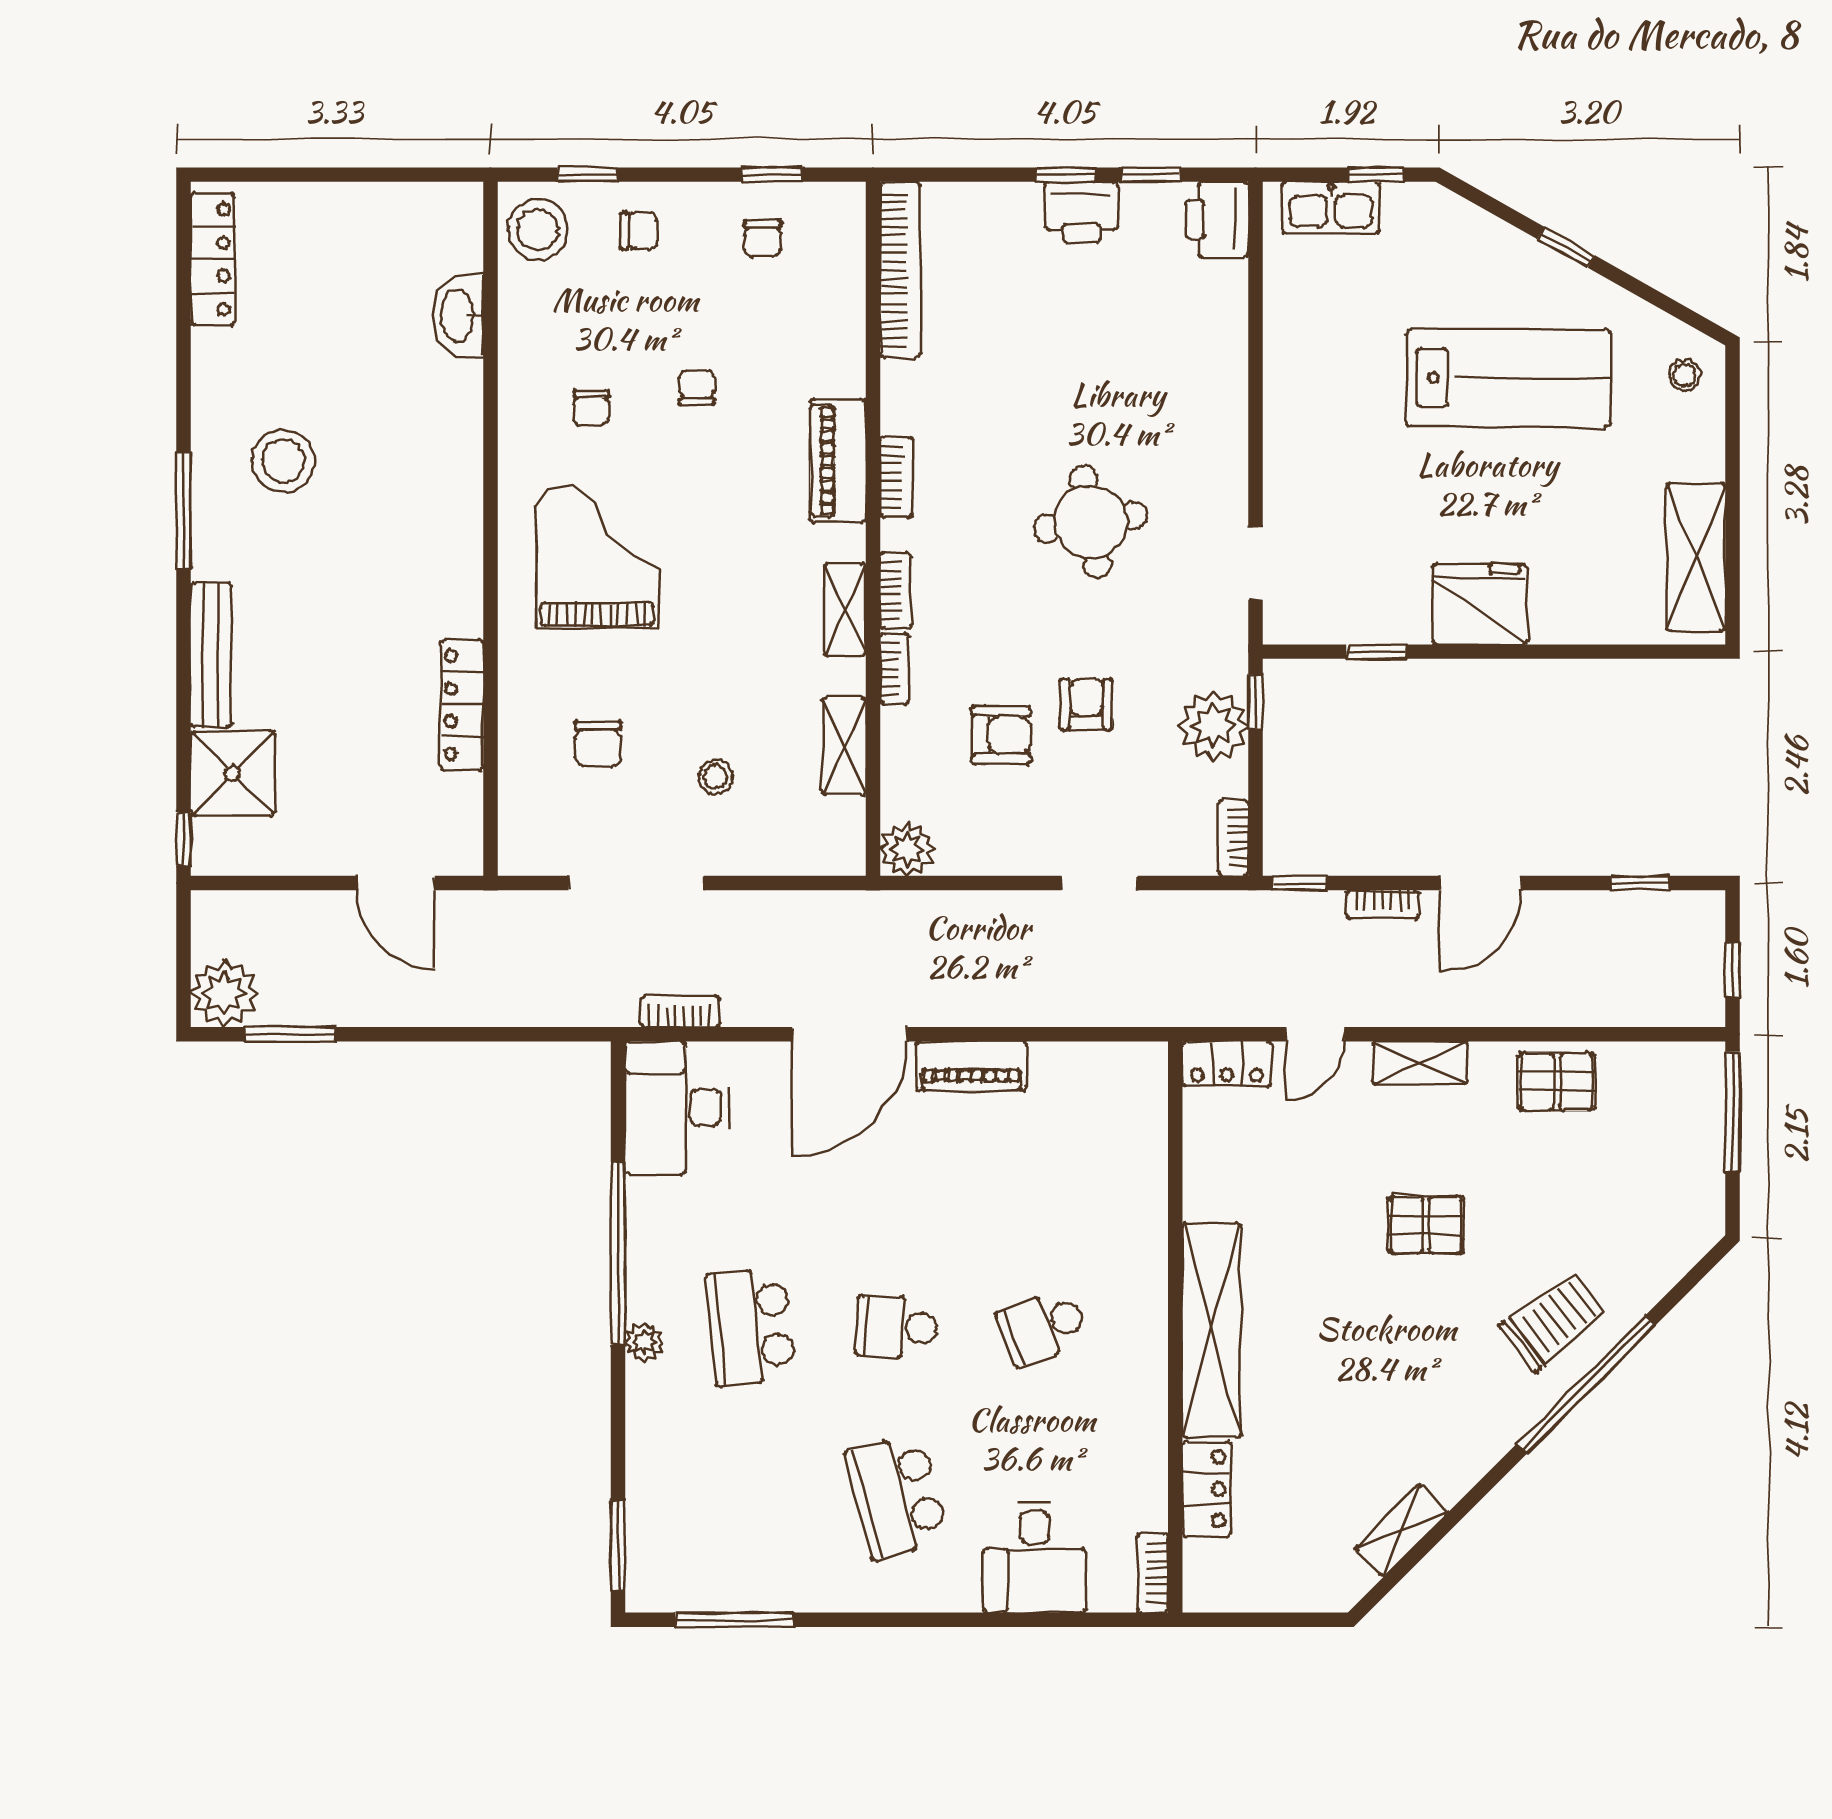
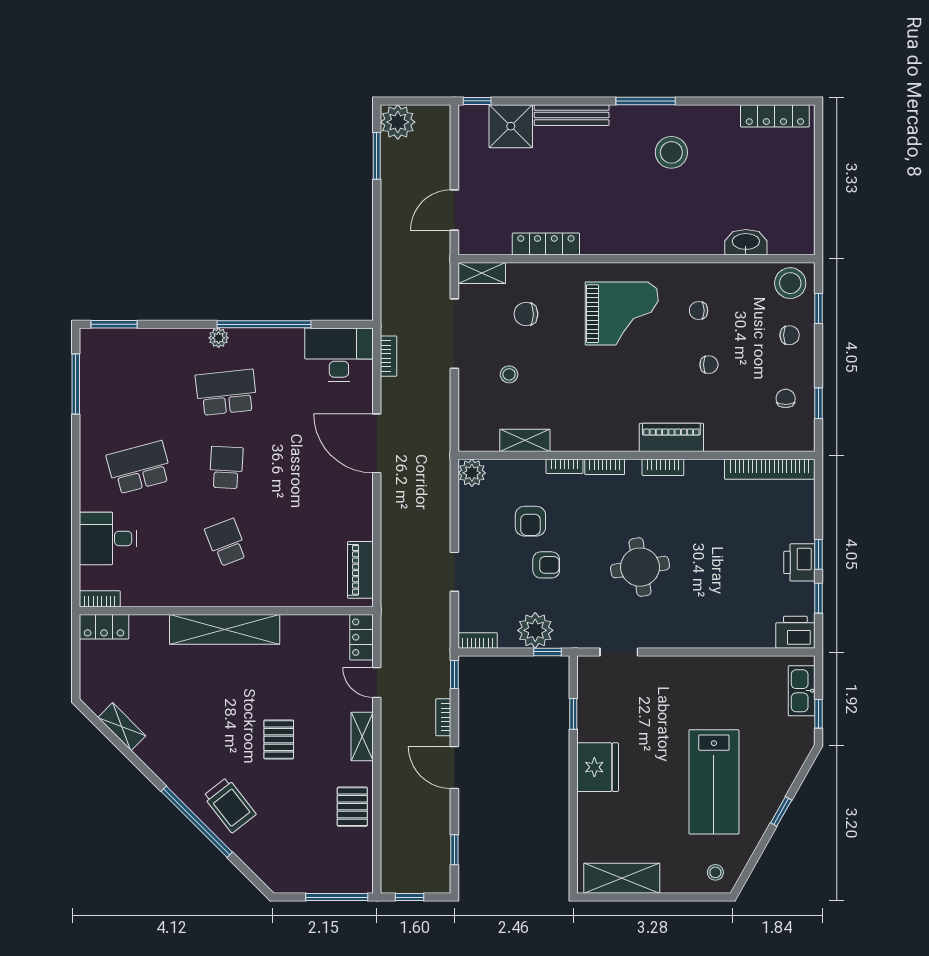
chair: (639, 231) -> (790, 335), turned -90
chair: (762, 238) -> (786, 398), turned 90
shelving: (845, 610) -> (482, 273), moved
piano: (971, 1066) -> (360, 570), moved
locker: (1207, 1489) -> (104, 627), moved

